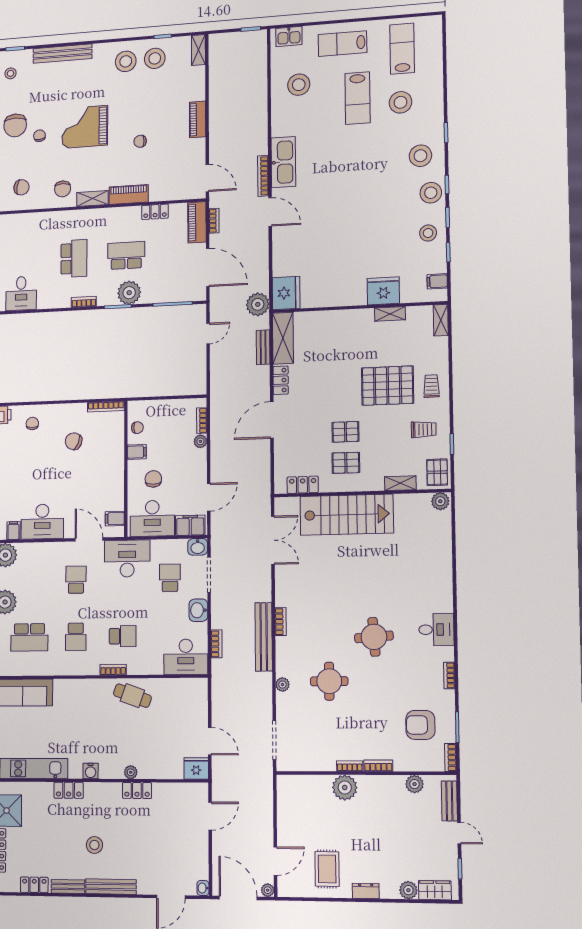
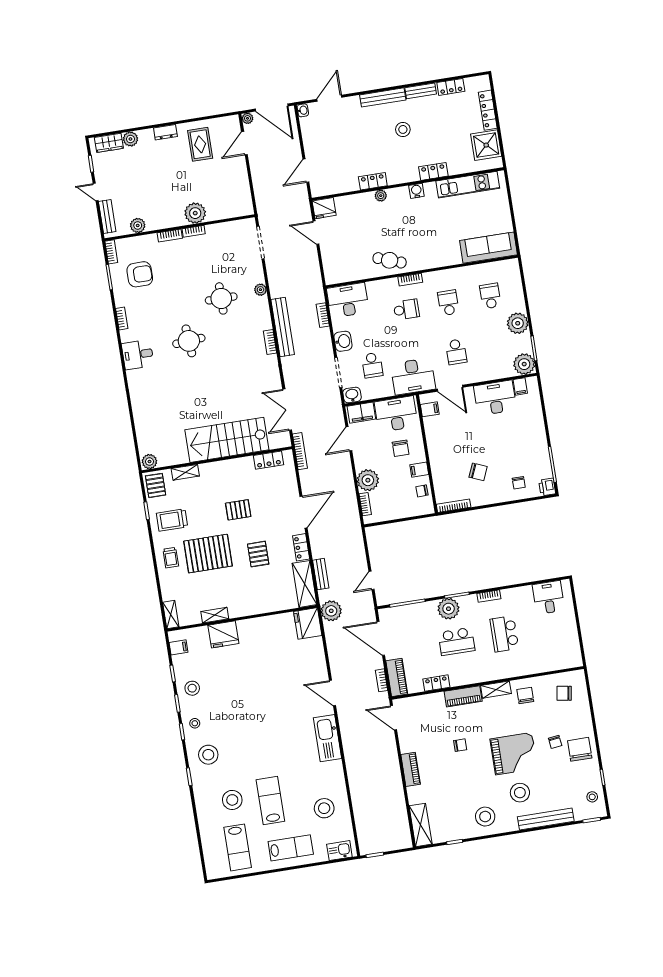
shelving: (198, 50) -> (421, 825), width x1.50, depth x1.33
stool: (155, 58) -> (520, 793), moved
bookcase: (263, 176) -> (300, 451), moved
stool: (431, 193) -> (195, 723), width x0.53, depth x0.53
trolley: (424, 430) -> (172, 520), width x1.36, depth x1.39
plant: (200, 441) -> (368, 480), width x1.87, depth x1.87
pallet: (346, 463) -> (258, 554), moved, turned 90
school desk: (123, 636) -> (406, 309), turned 180
school desk: (29, 637) -> (490, 296), width x0.54

